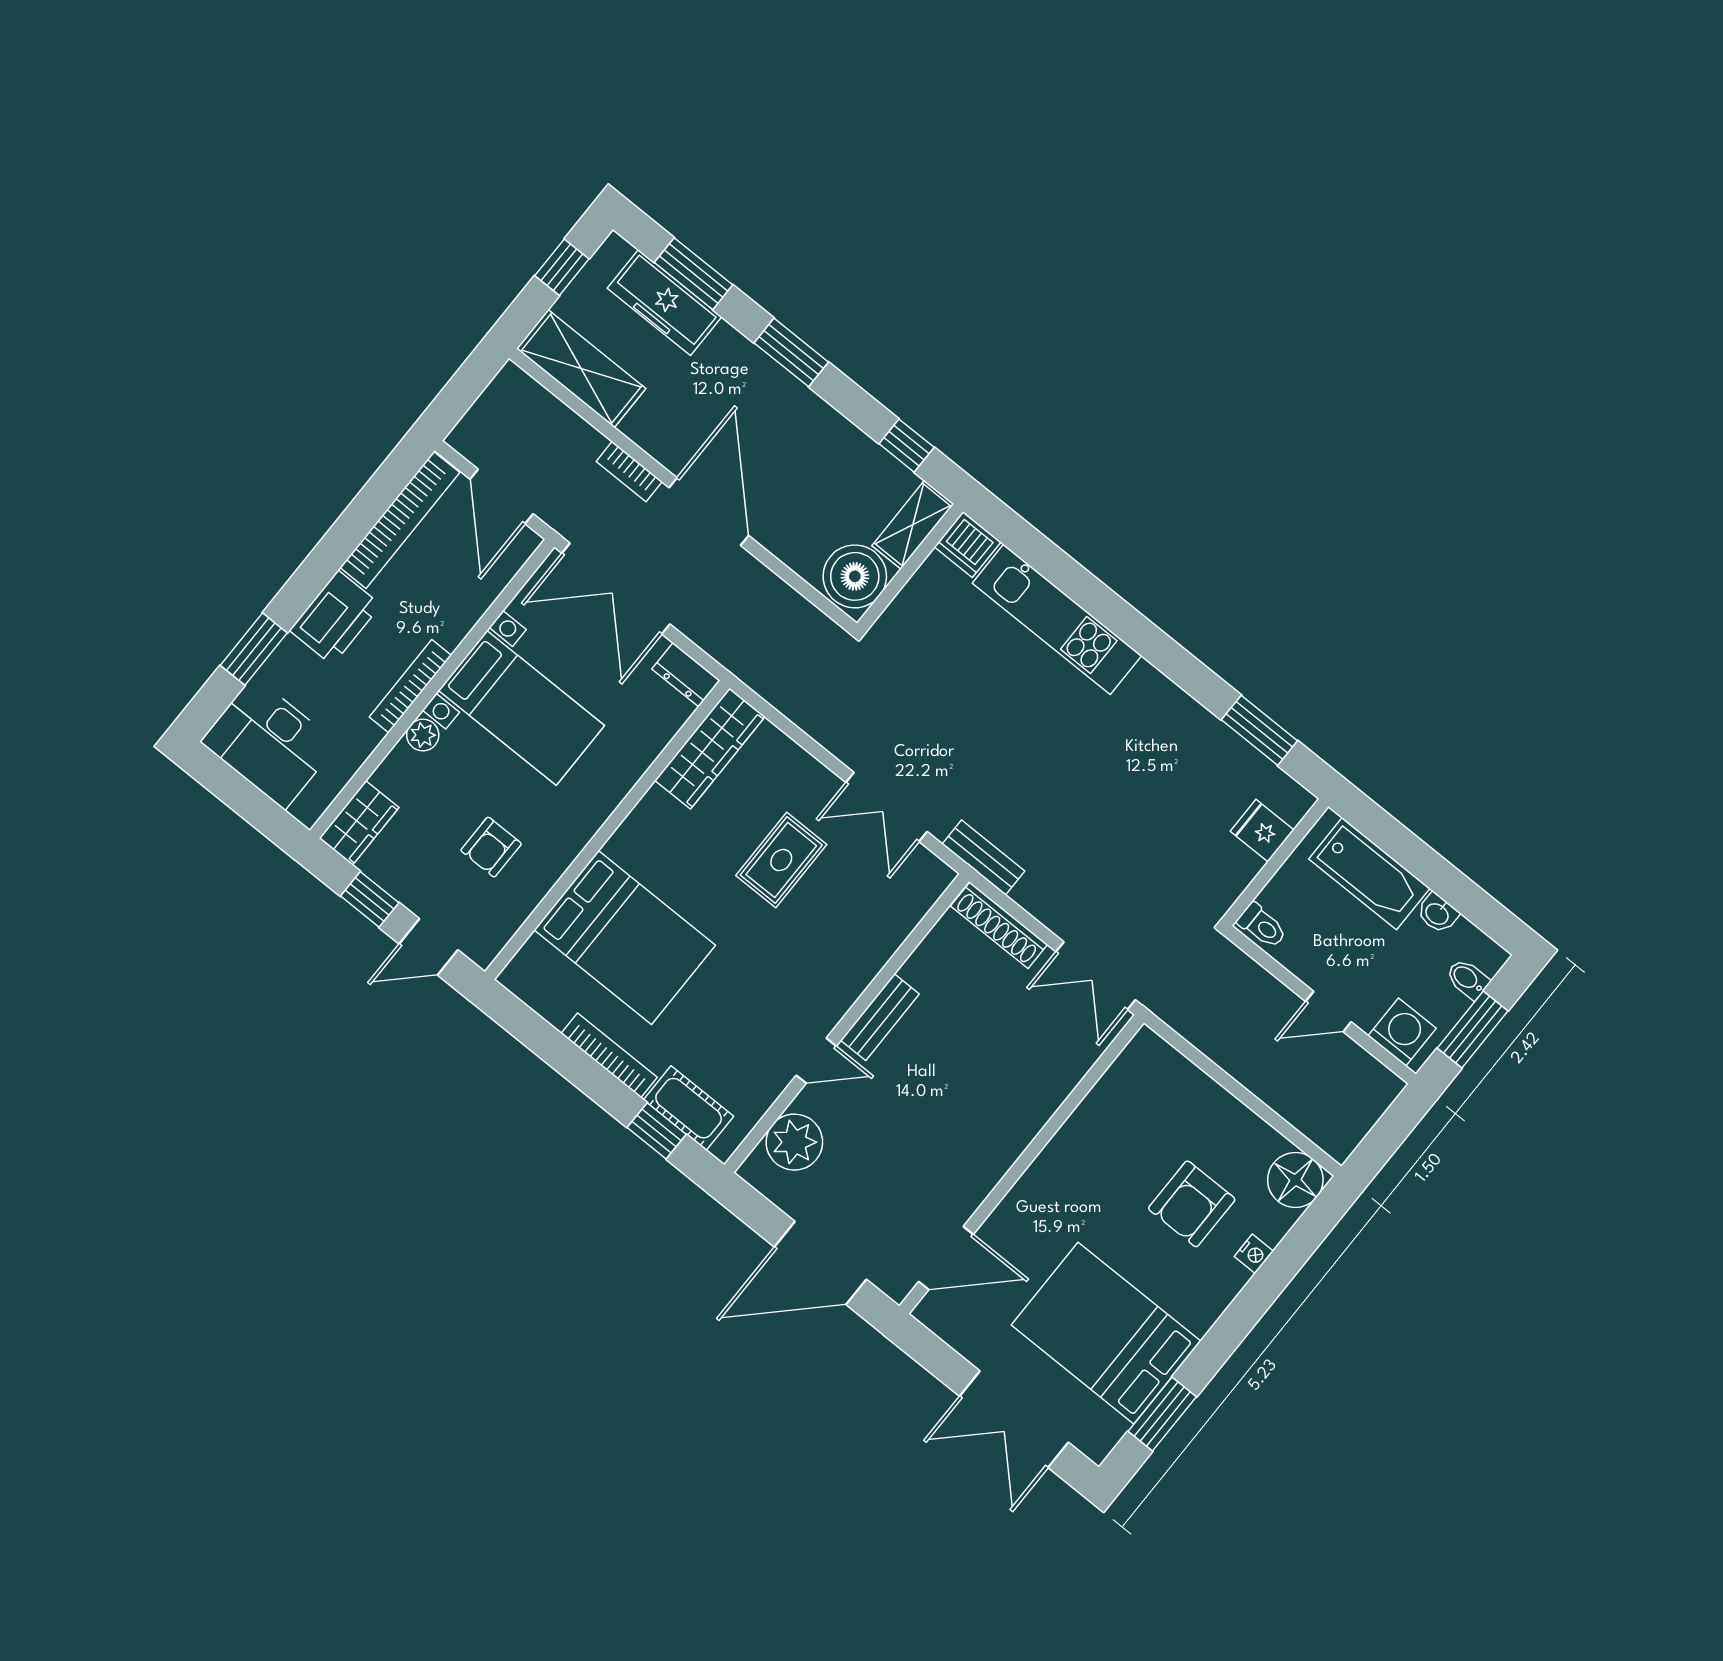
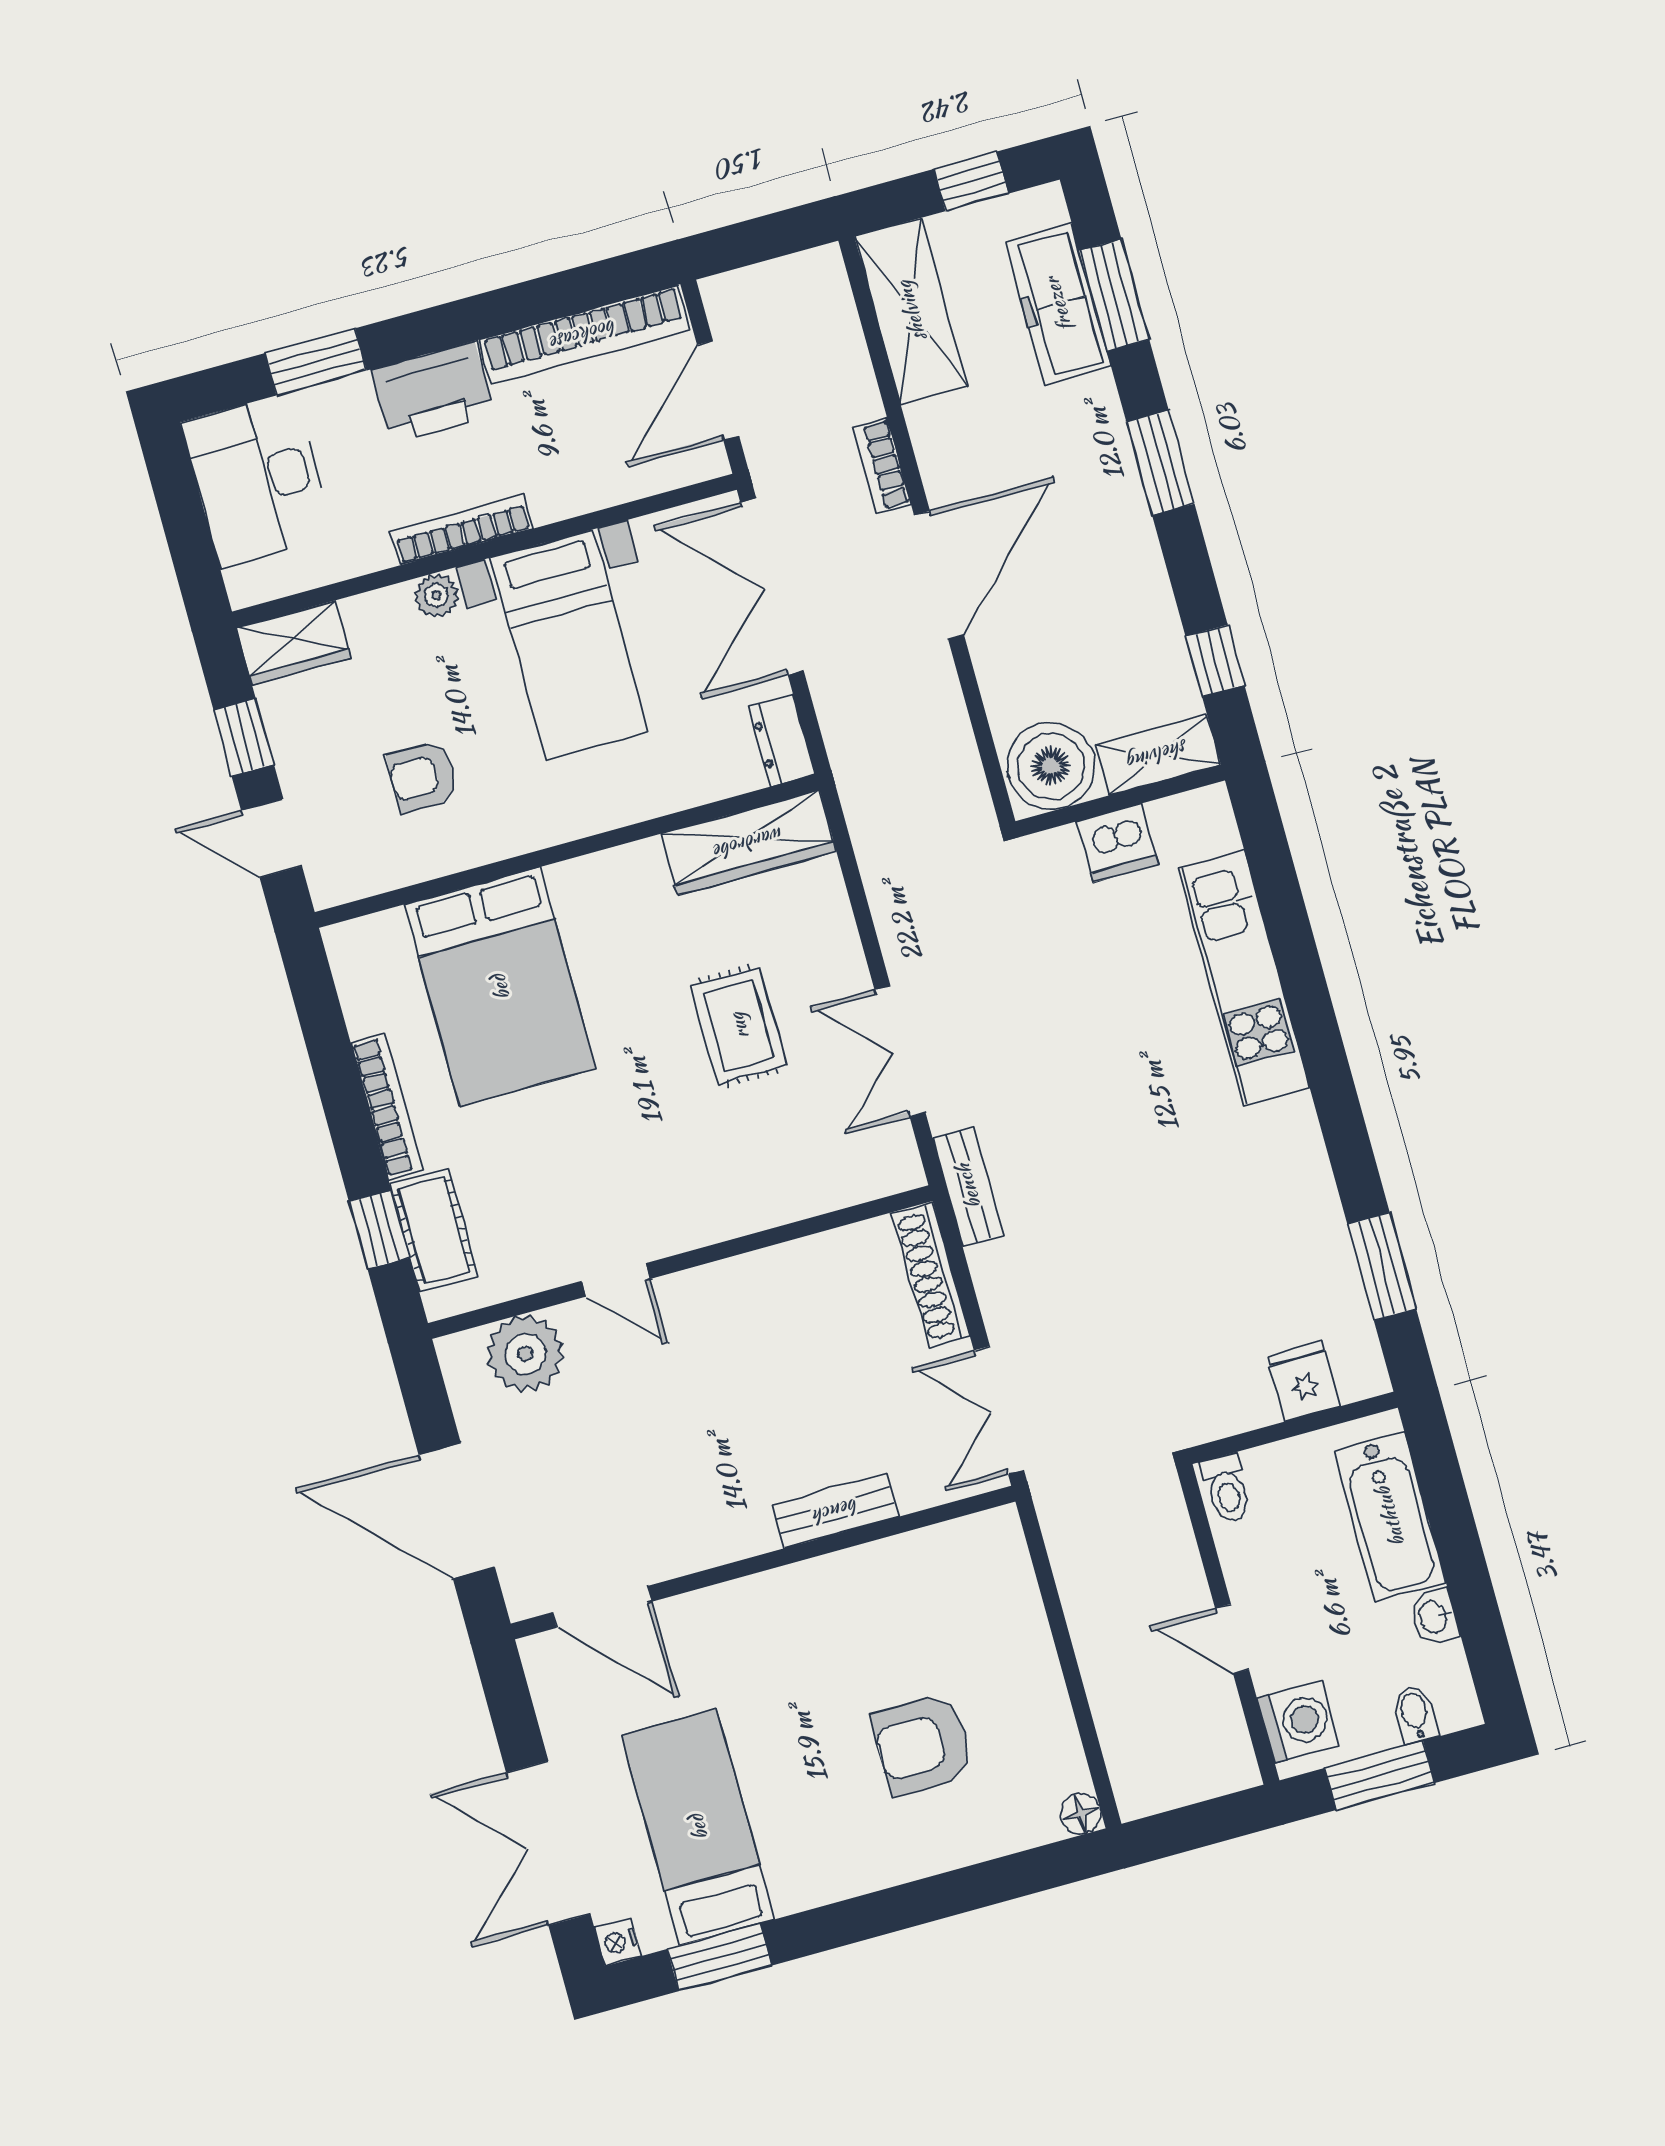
dishwasher: (968, 545) -> (1118, 843), moved, turned -90
rug: (781, 860) -> (739, 1026), turned 90
bench: (880, 1017) -> (836, 1511), moved
floor lamp: (1295, 1180) -> (1081, 1814), width x0.53, depth x0.53
nightstand: (1254, 1254) -> (618, 1942), moved, turned 90
bed: (1106, 1333) -> (698, 1827), width x0.67

